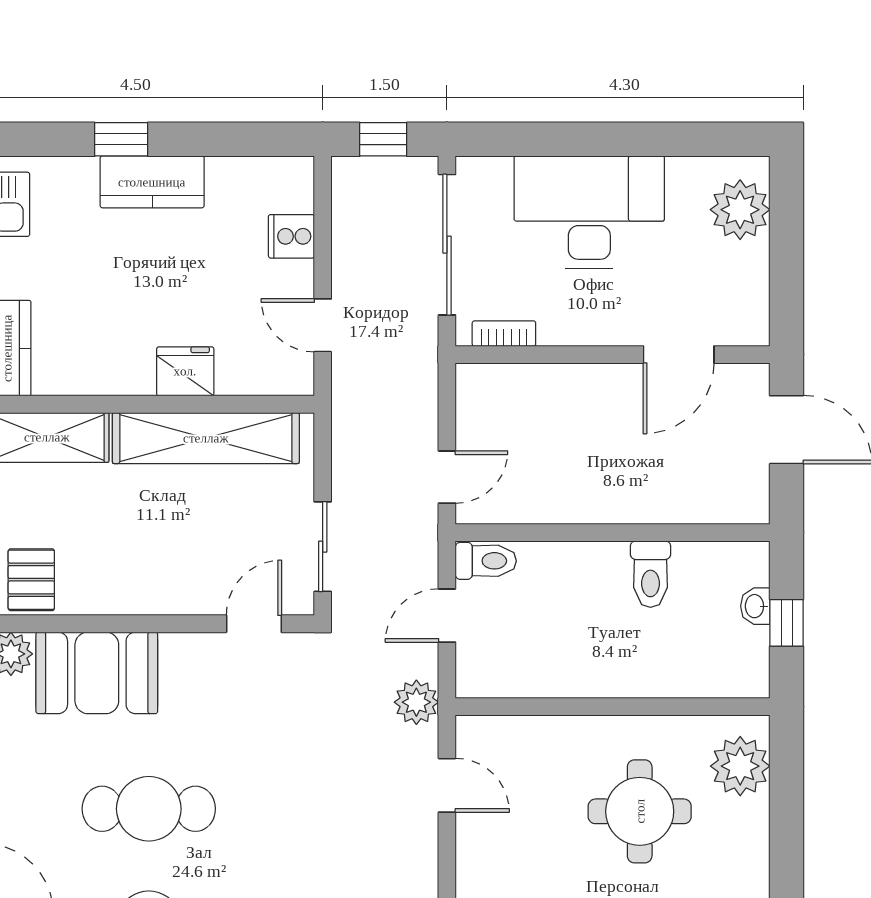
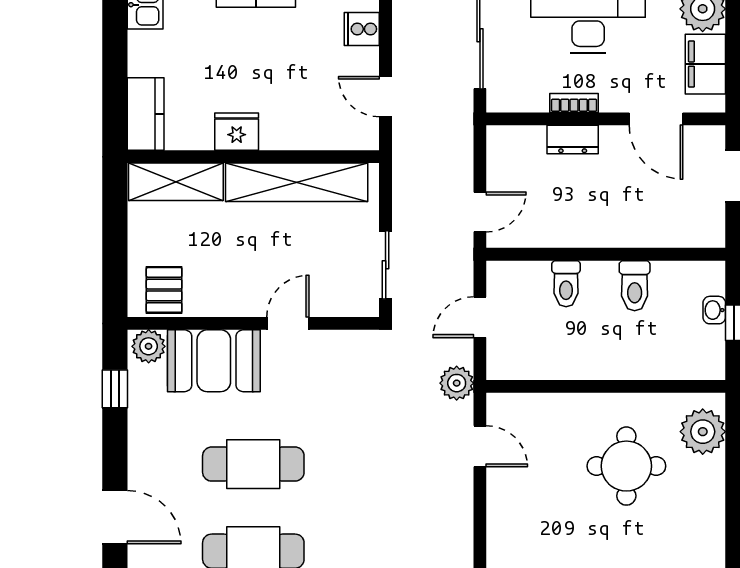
filing cabinet: (744, 282) -> (705, 64), added
bookcase: (504, 334) -> (574, 103), moved
door: (679, 355) -> (656, 119), hinge flipped
fridge: (185, 371) -> (237, 132), moved
dresser: (569, 382) -> (573, 140), added
toilet: (486, 561) -> (566, 284), moved, turned 90
door: (254, 624) -> (288, 323), moved

